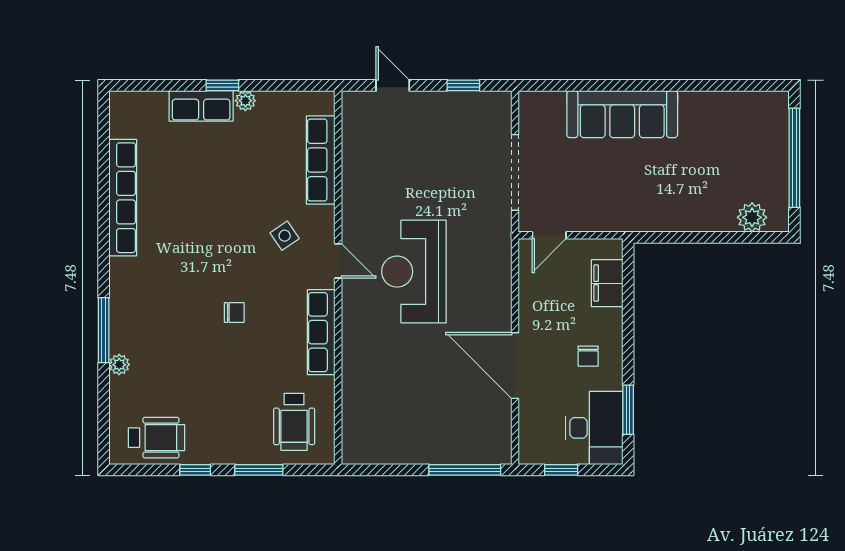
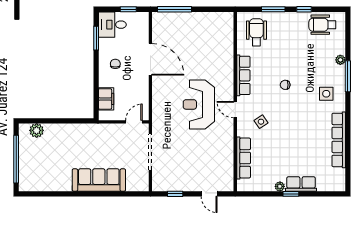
reception desk: (414, 272) -> (199, 104), turned 180
side table: (149, 294) -> (326, 94), added
desk: (594, 428) -> (112, 25), width x0.73

